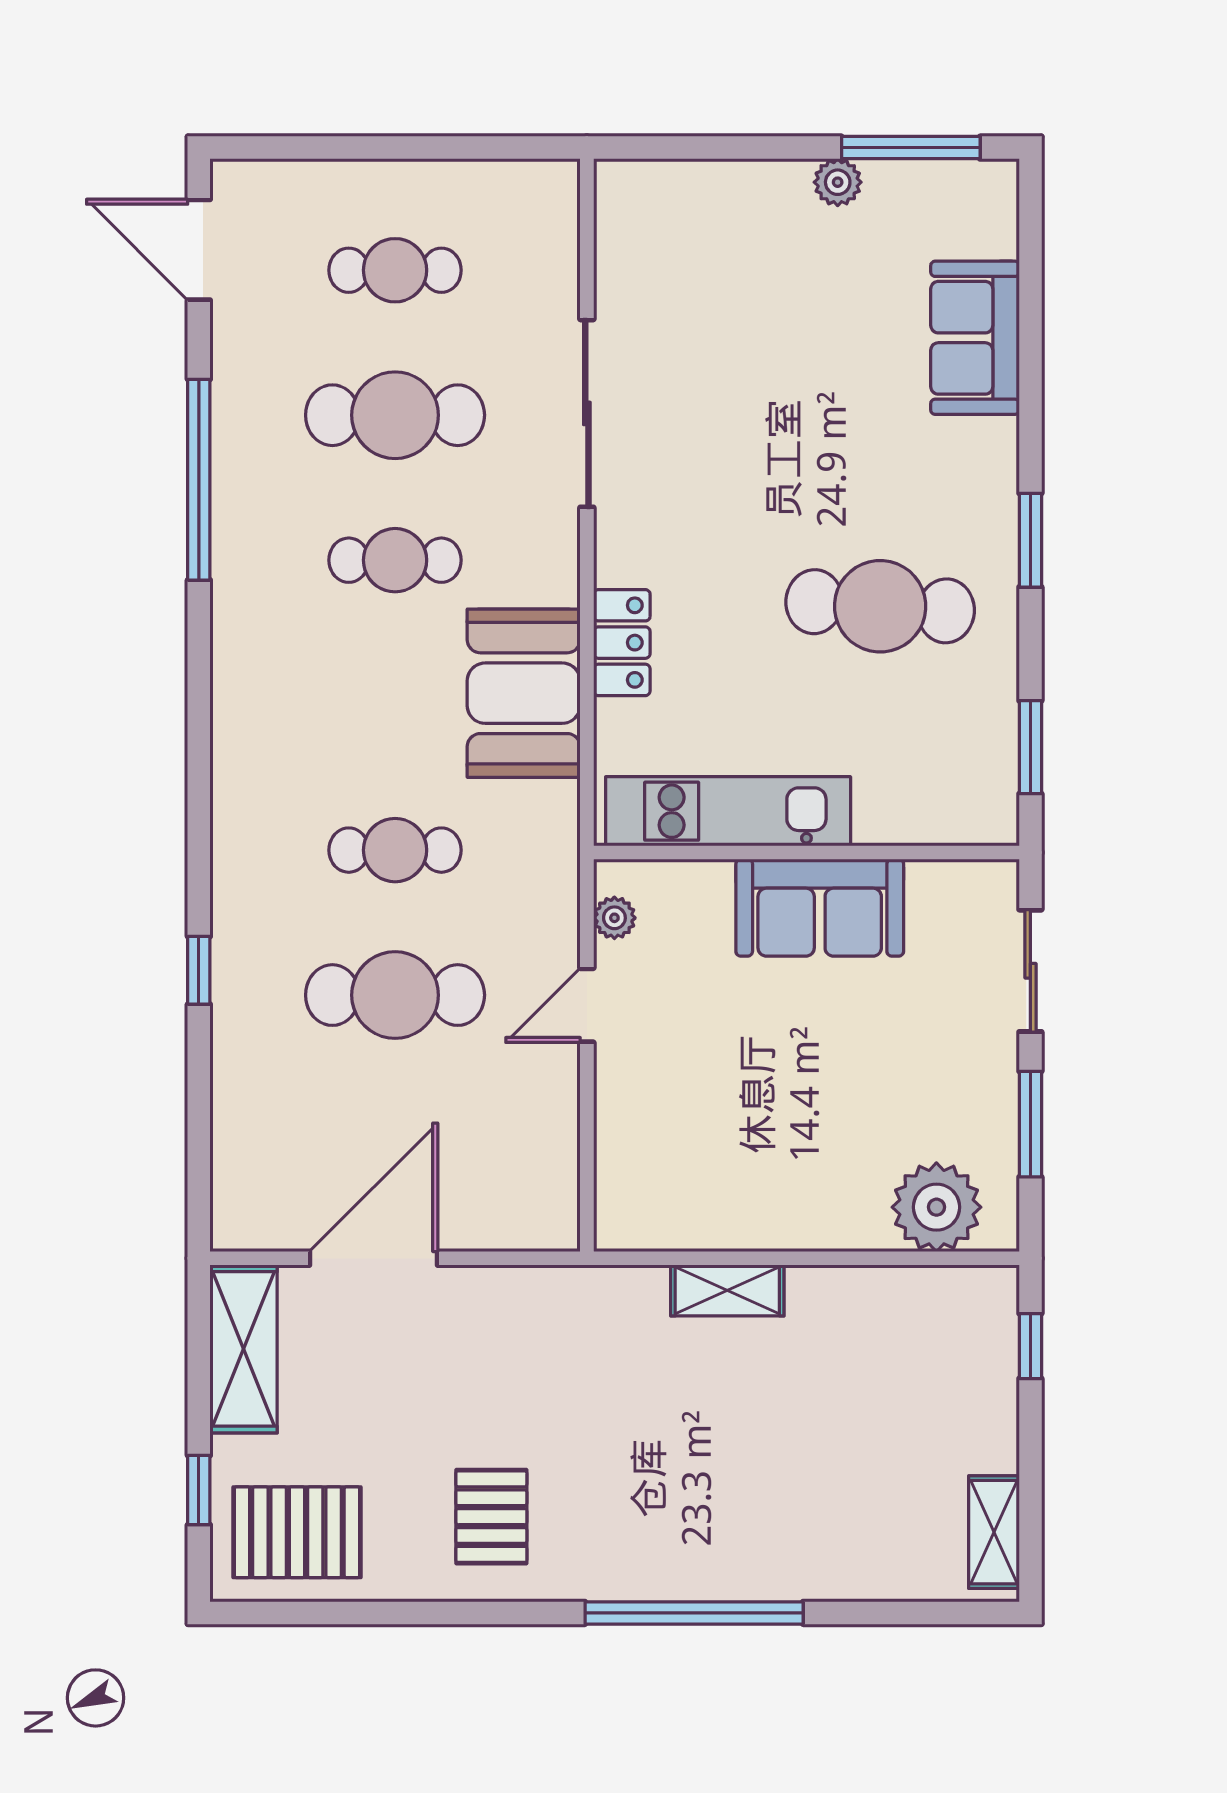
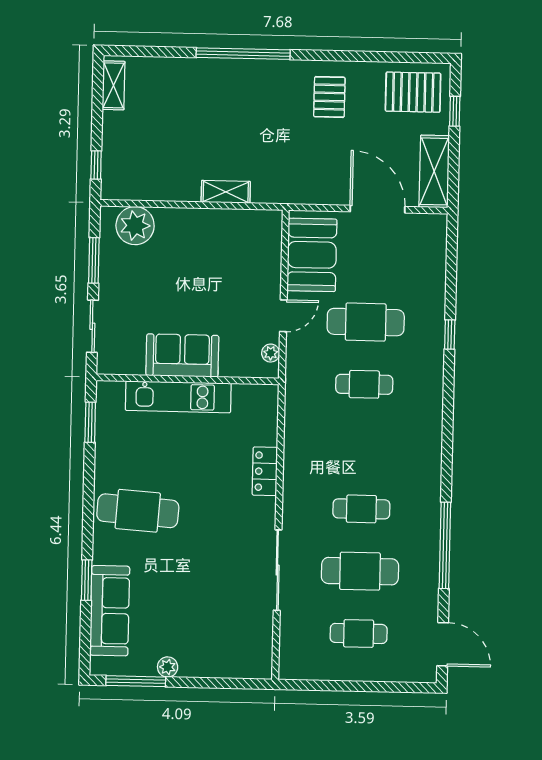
sofa: (975, 338) -> (110, 611), width x1.36
window: (1030, 540) -> (87, 580), moved
cafe table: (880, 606) -> (138, 511), moved
booth: (524, 693) -> (312, 255), moved
kitchen unit: (728, 811) -> (178, 397), moved
door: (373, 1258) -> (377, 209), swing flipped

